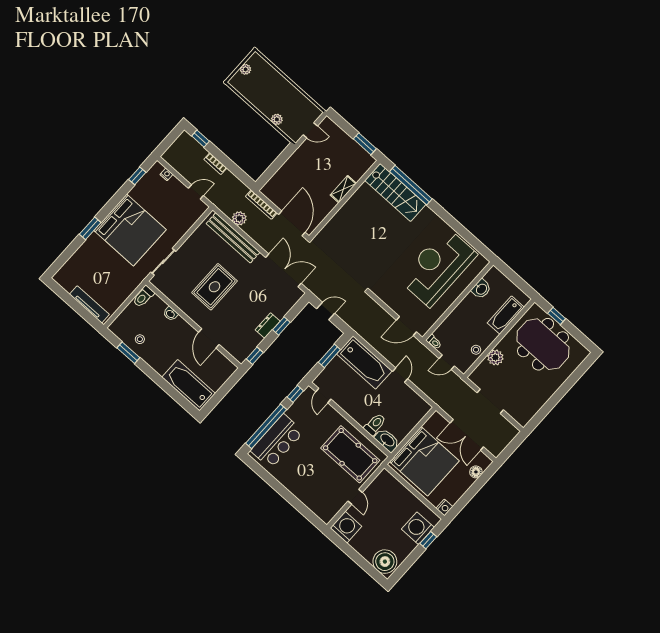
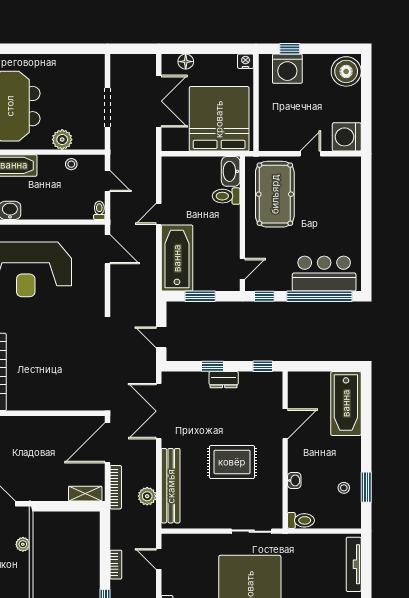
shelving: (343, 189) -> (85, 494), moved

